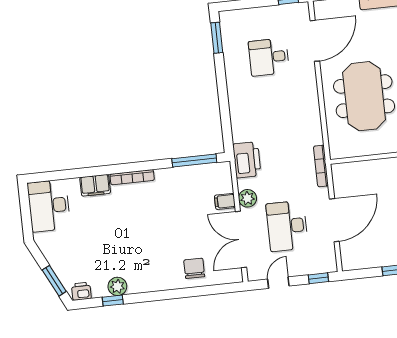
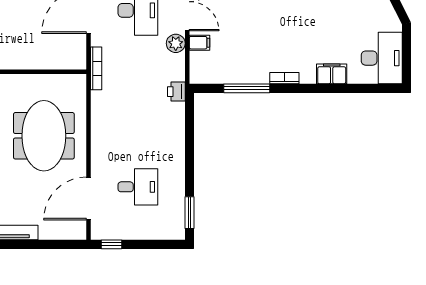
window: (194, 160) -> (247, 88), moved
printer: (247, 160) -> (176, 92), width x0.53, depth x0.68
bookcase: (132, 177) -> (284, 78), width x0.64

